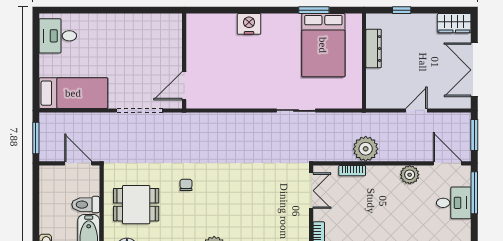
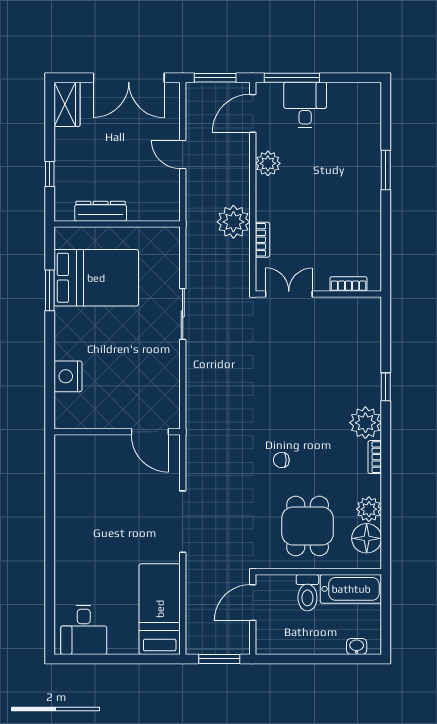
wall: (184, 61) -> (117, 432), moved
door: (184, 86) -> (150, 432), moved

